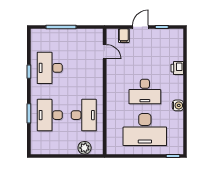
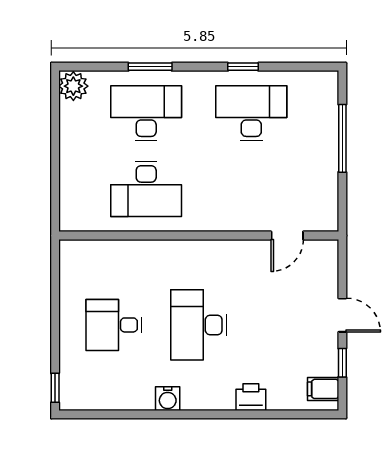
filing cabinet: (124, 36) -> (323, 389), moved
desk: (145, 130) -> (114, 325), width x0.53, depth x0.77
plant: (85, 148) -> (73, 86), moved

